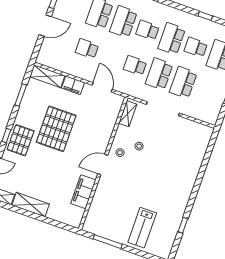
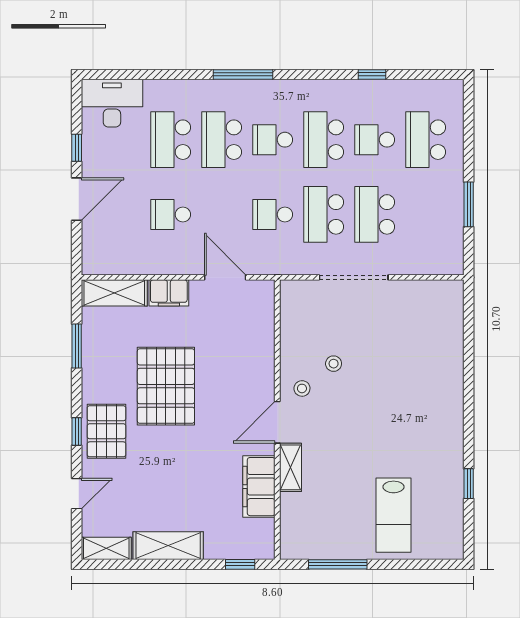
shelving: (128, 114) -> (291, 467), moved
window: (61, 225) -> (240, 564), added

